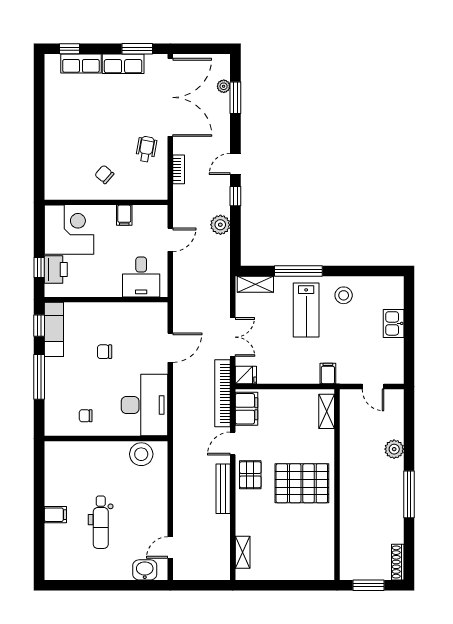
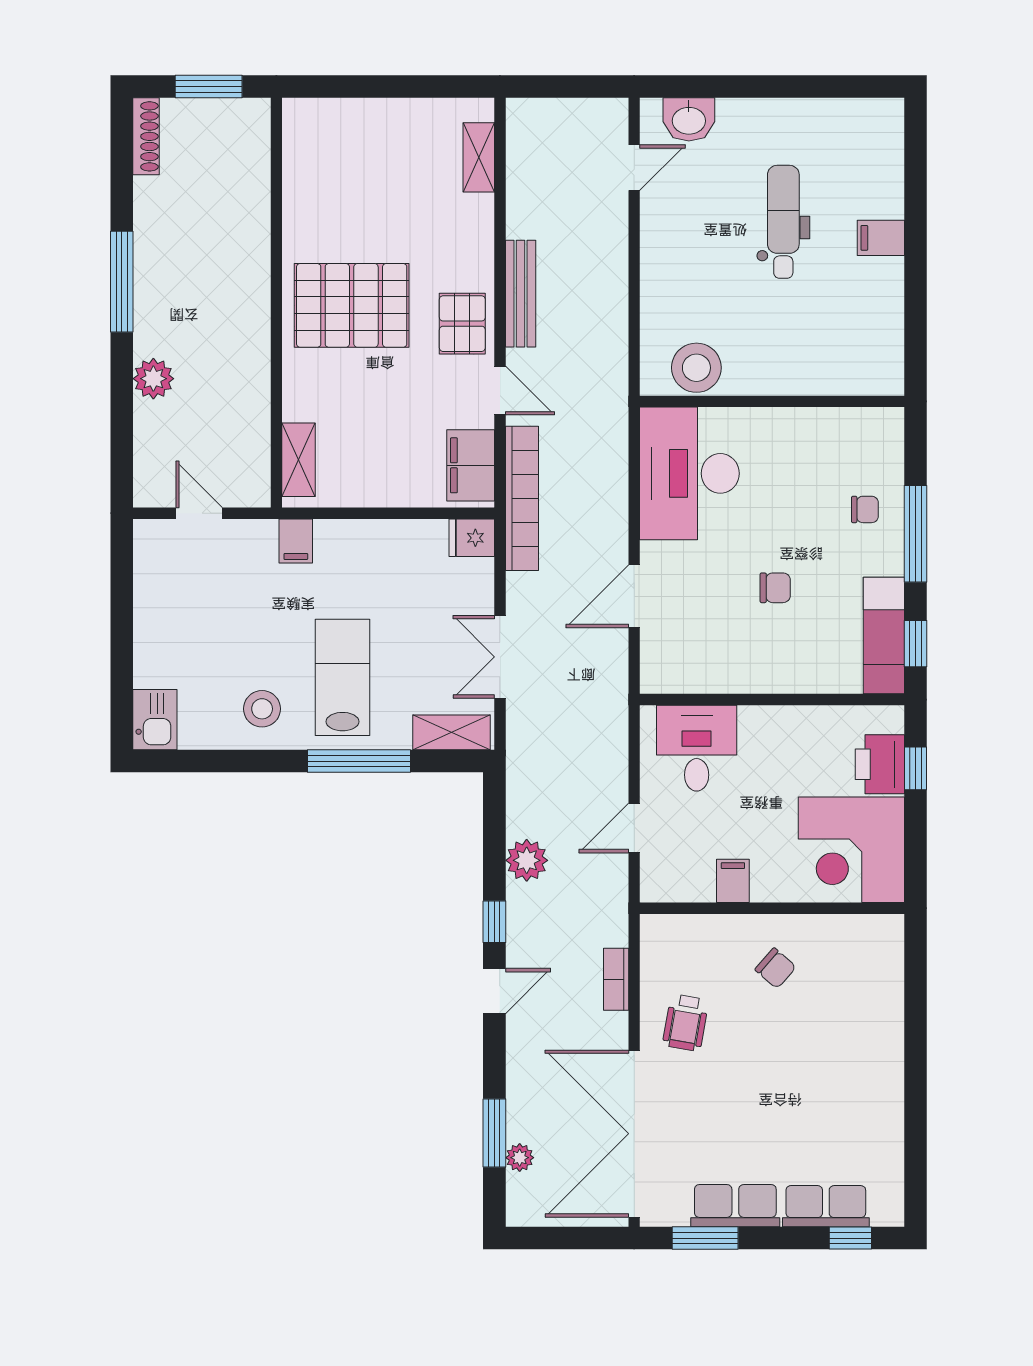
kitchen sink: (394, 323) -> (155, 720), moved
double door: (233, 337) -> (500, 657), moved
chair: (86, 416) -> (865, 509), moved
door: (233, 444) -> (500, 391), hinge flipped

